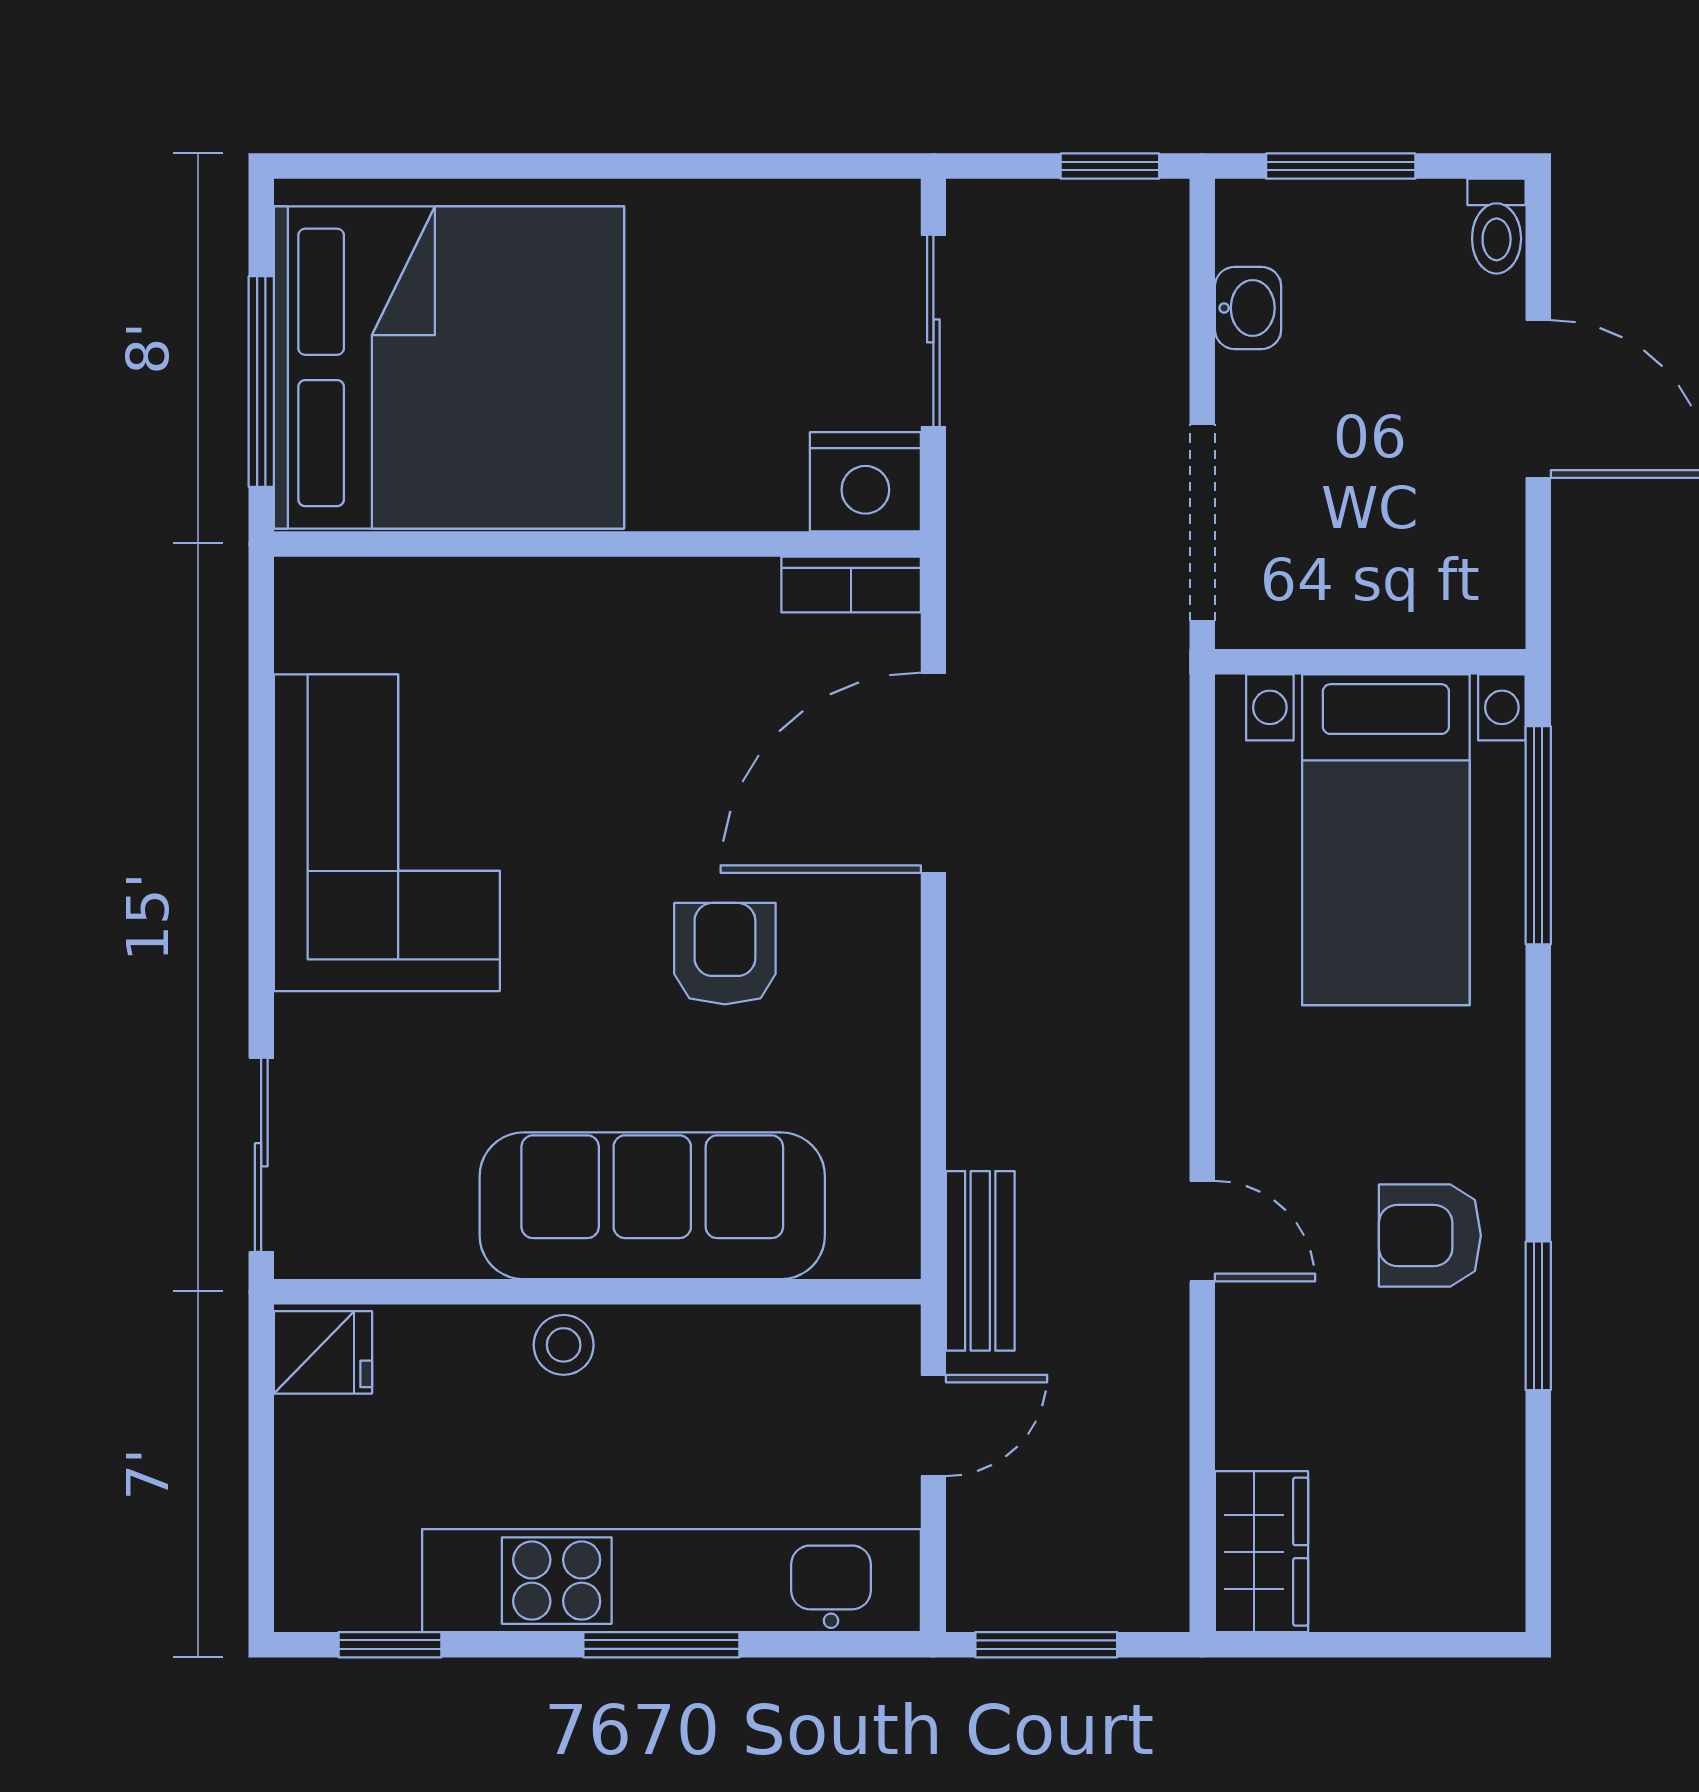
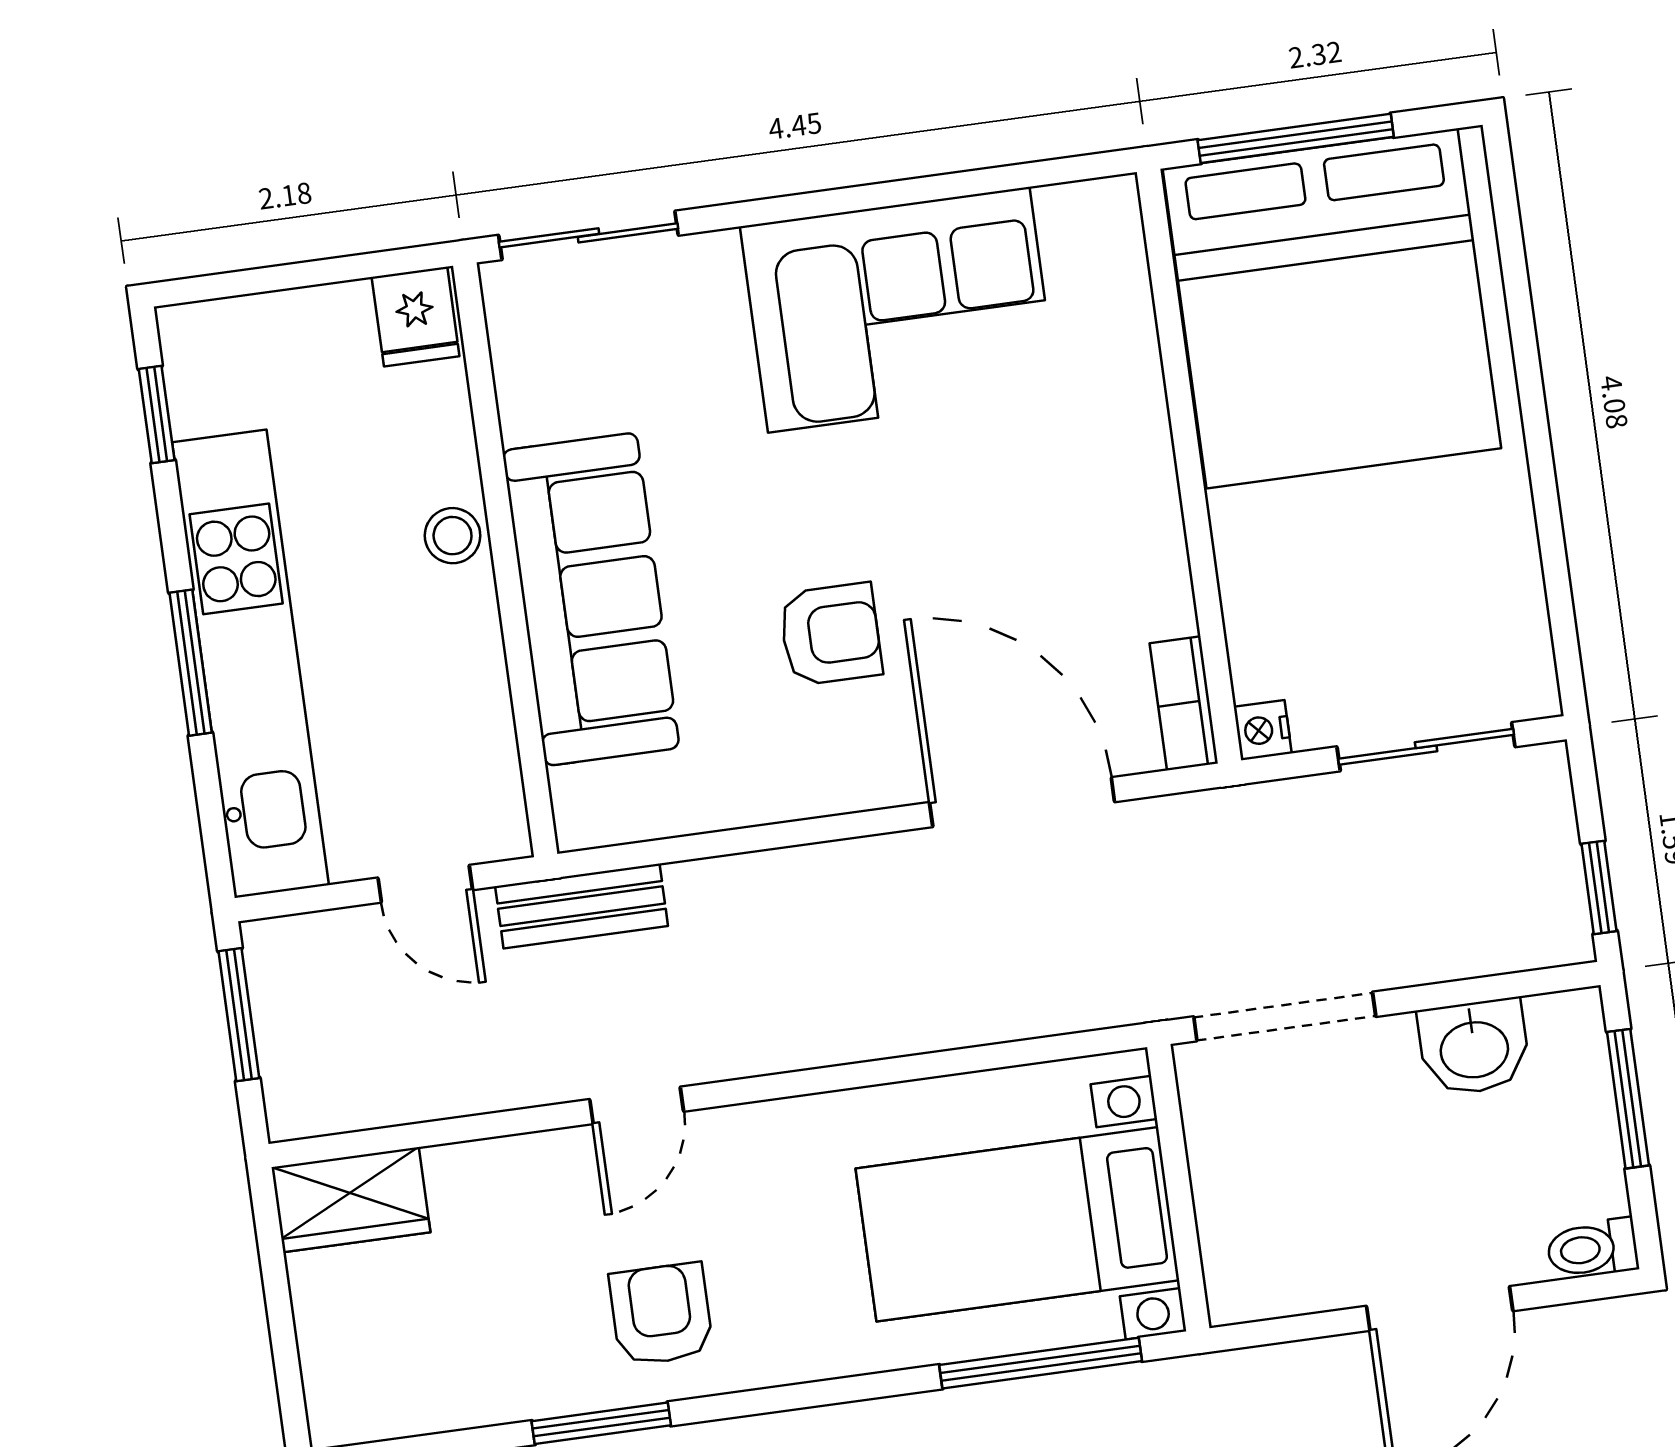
washbasin: (1248, 308) -> (1474, 1047), width x1.38, depth x1.45
nightstand: (865, 482) -> (1263, 730), width x0.53, depth x0.56

